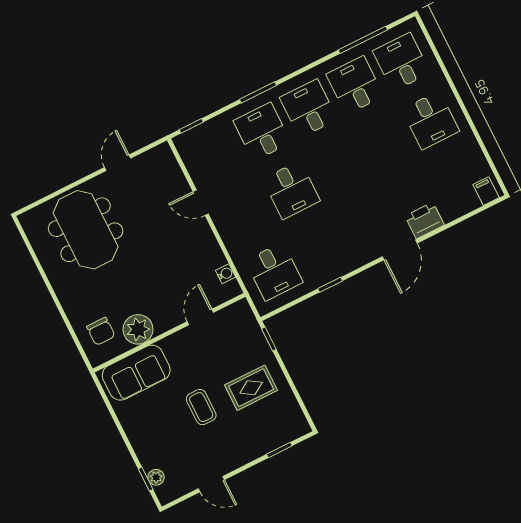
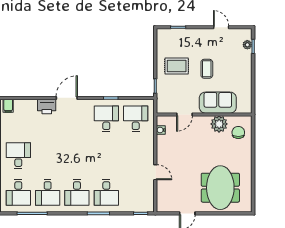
desk: (291, 190) -> (106, 119), moved
sofa: (136, 373) -> (218, 103), moved

